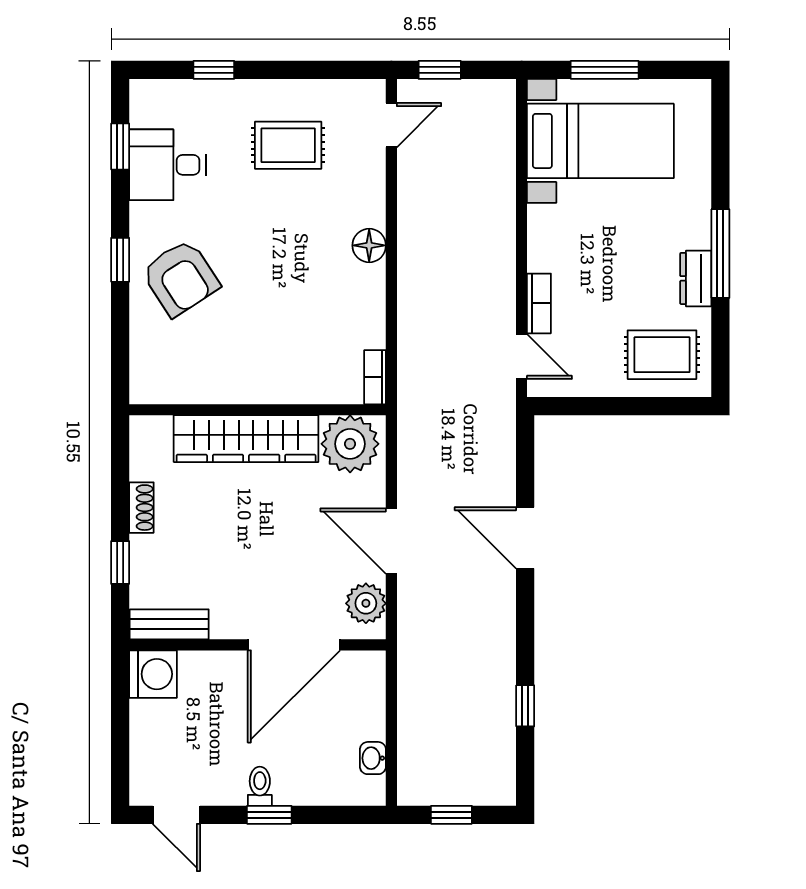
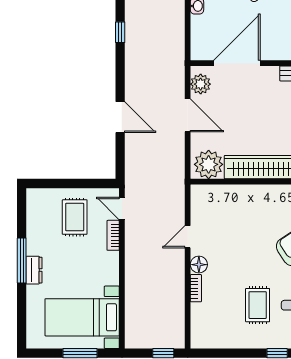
door: (391, 125) -> (188, 237), moved
rug: (288, 145) -> (258, 305), moved, turned 90
dresser: (696, 278) -> (34, 270), moved
rug: (662, 355) -> (75, 217), moved, turned 90
bookcase: (375, 377) -> (196, 288), moved

